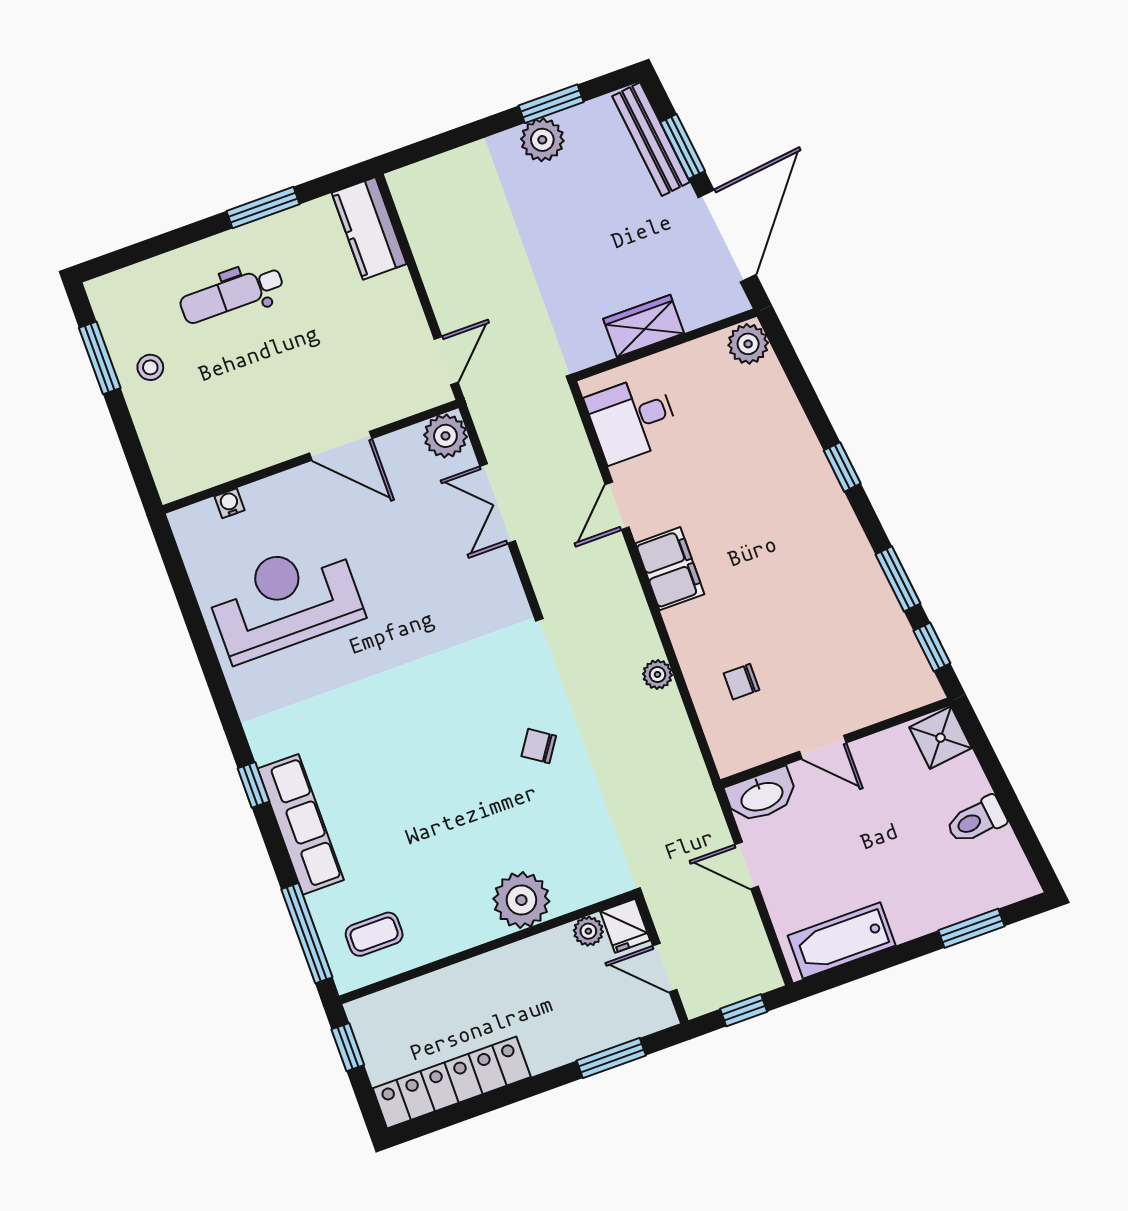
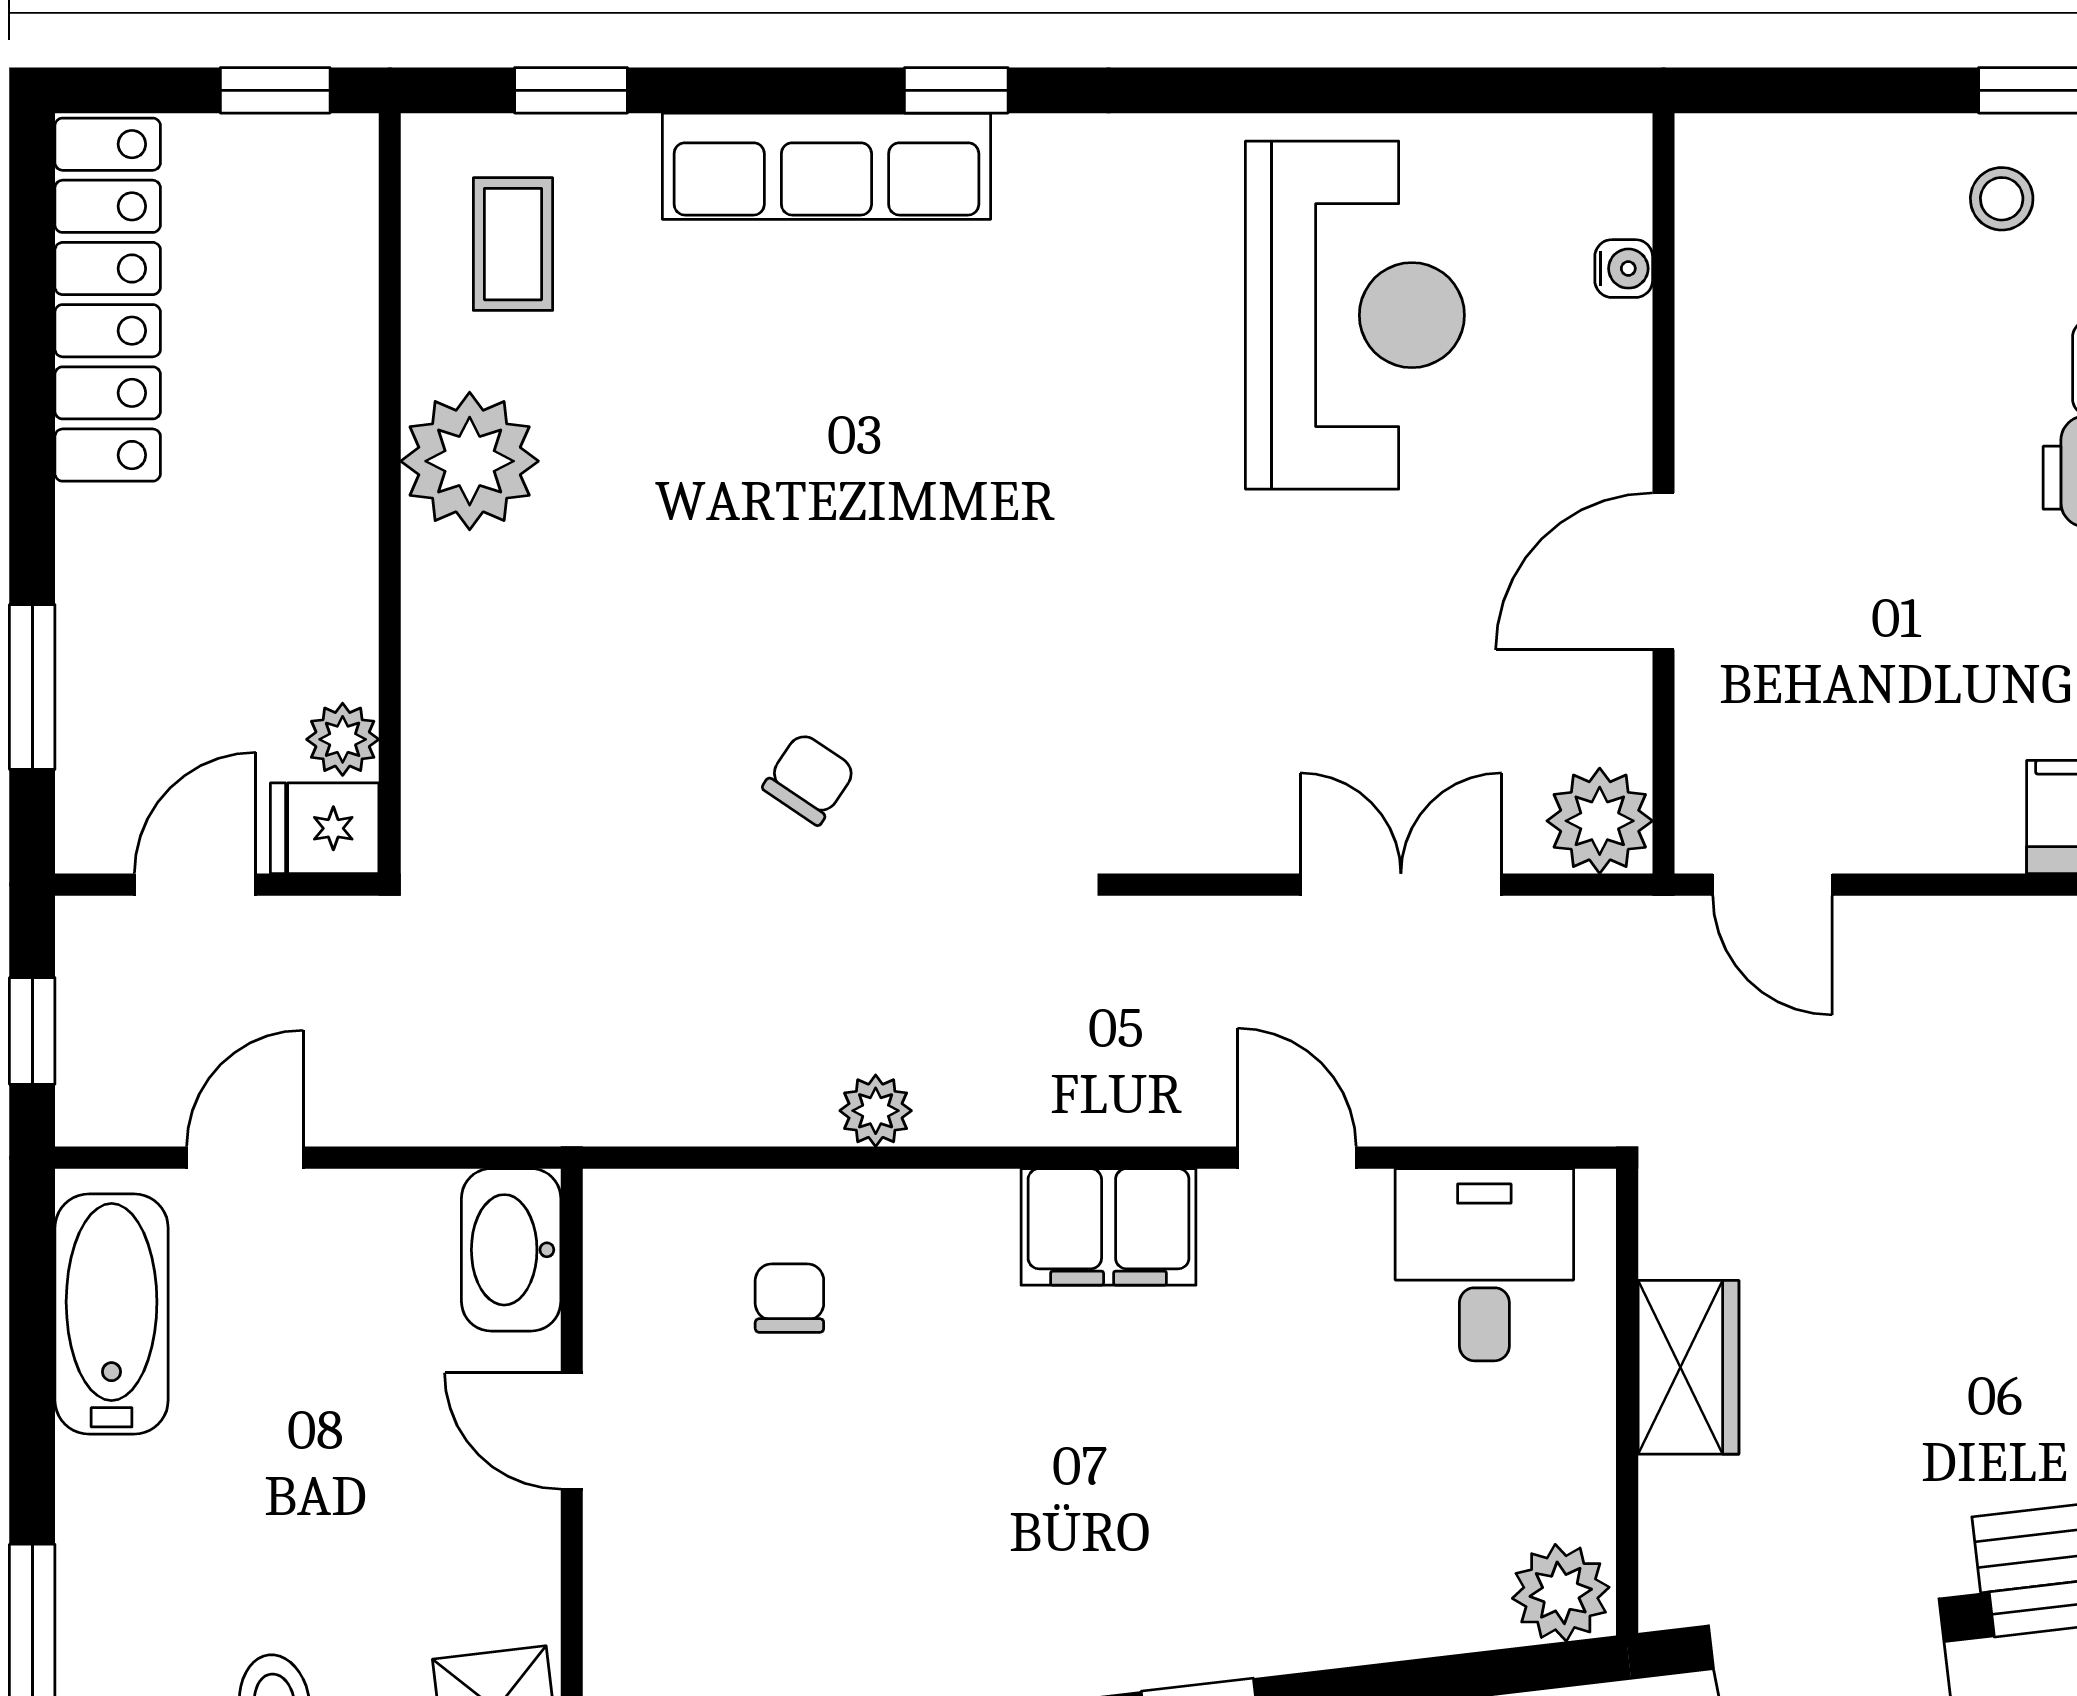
door: (823, 747) -> (572, 1431), hinge flipped
door: (747, 866) -> (245, 1158), moved
plant: (521, 900) -> (470, 461), moved
window: (307, 933) -> (571, 90), width x0.46

